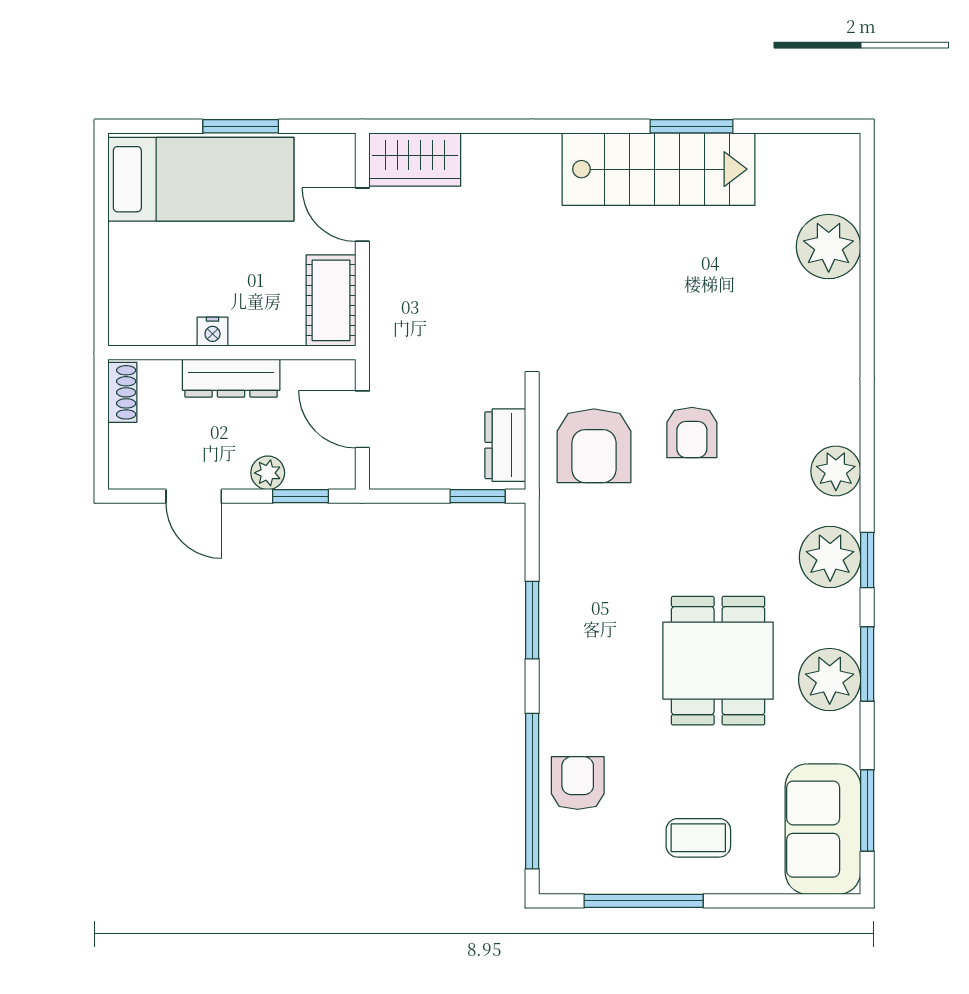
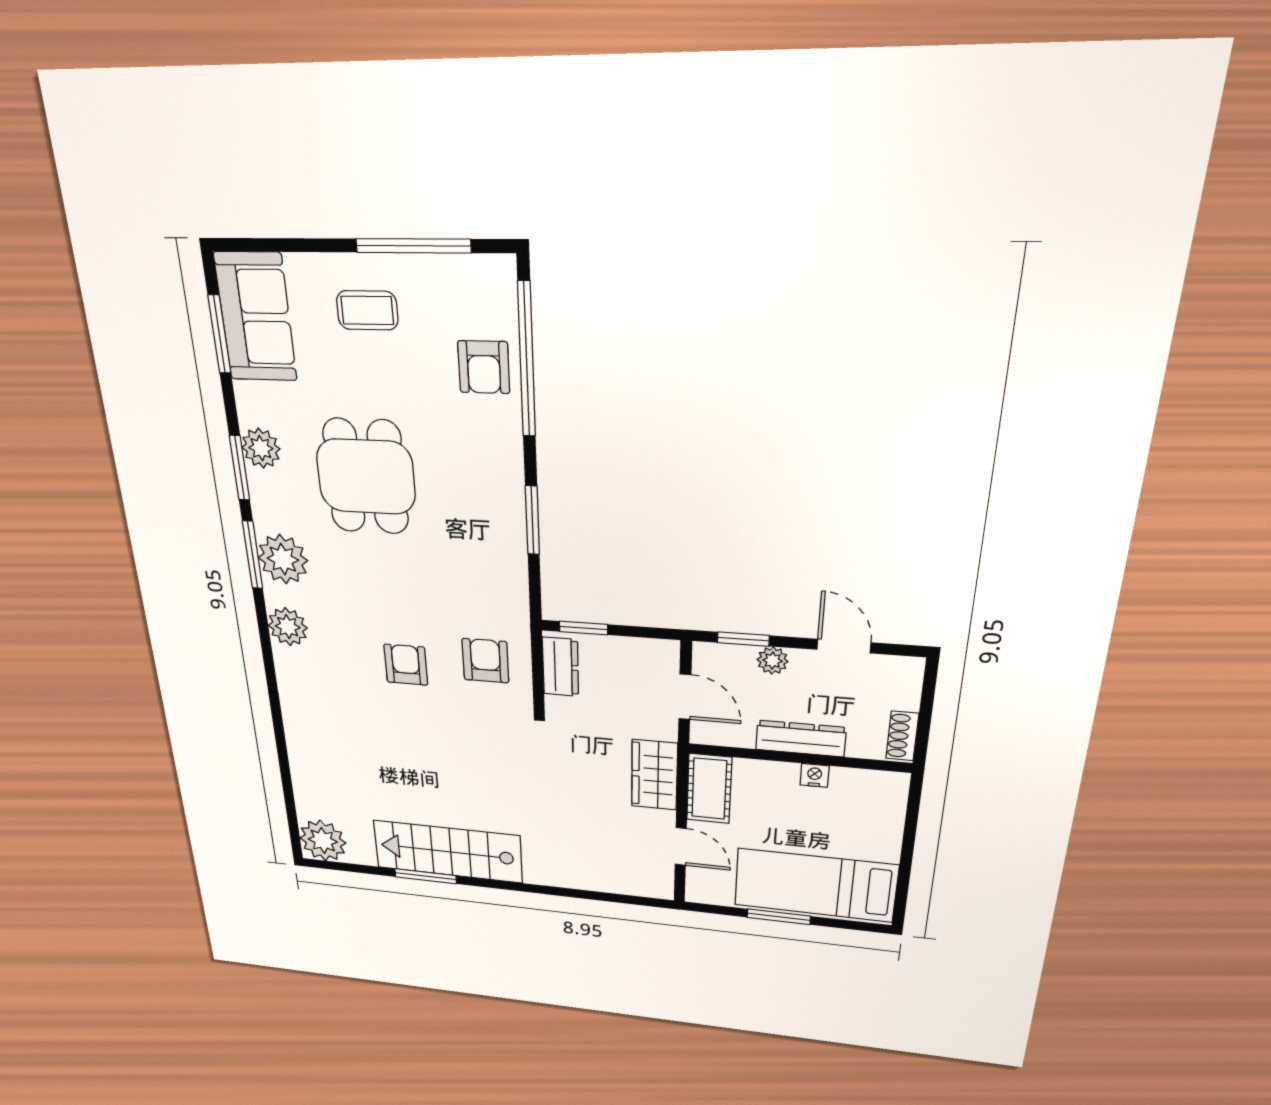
wardrobe: (415, 159) -> (654, 775), moved, turned -90
plant: (829, 247) -> (323, 841), moved
armchair: (594, 446) -> (485, 661), width x0.72, depth x0.72
window: (867, 560) -> (253, 555), width x1.50
plant: (830, 680) -> (261, 448), width x0.73, depth x0.73

